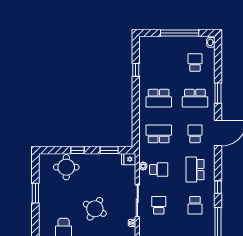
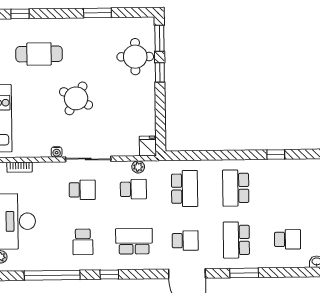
window: (109, 150) -> (159, 38), moved
school desk: (159, 170) -> (133, 189), turned -90
school desk: (195, 205) -> (83, 242), turned -90

